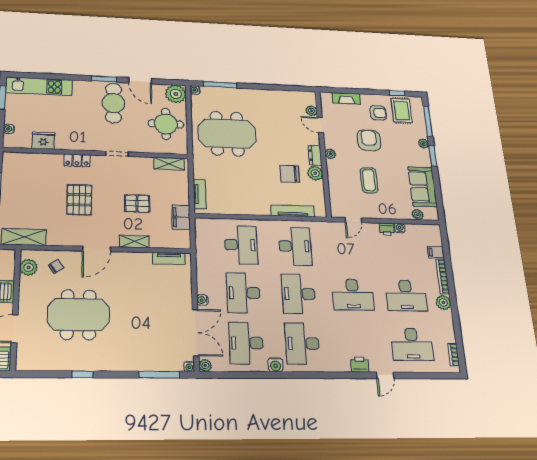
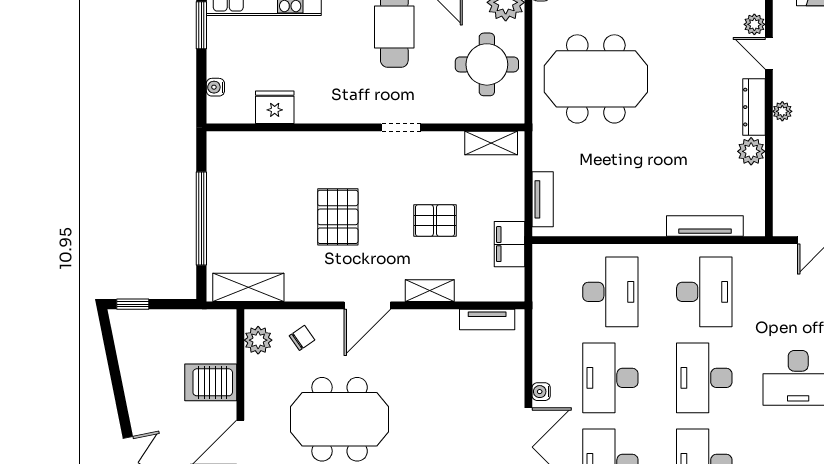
dresser: (315, 155) -> (754, 107), width x1.44
locker: (77, 160) -> (332, 143), removed
chair: (290, 174) -> (705, 154), removed

